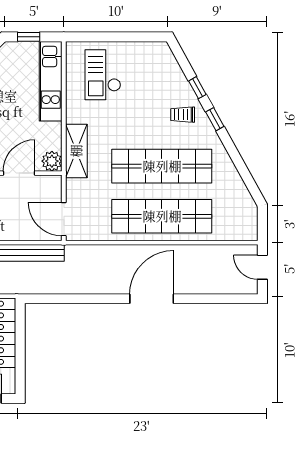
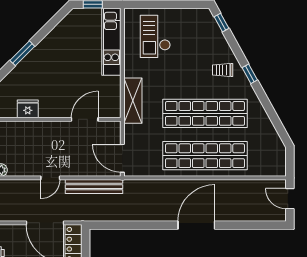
window: (197, 88) -> (221, 23), moved
plant: (52, 161) -> (112, 109), removed

